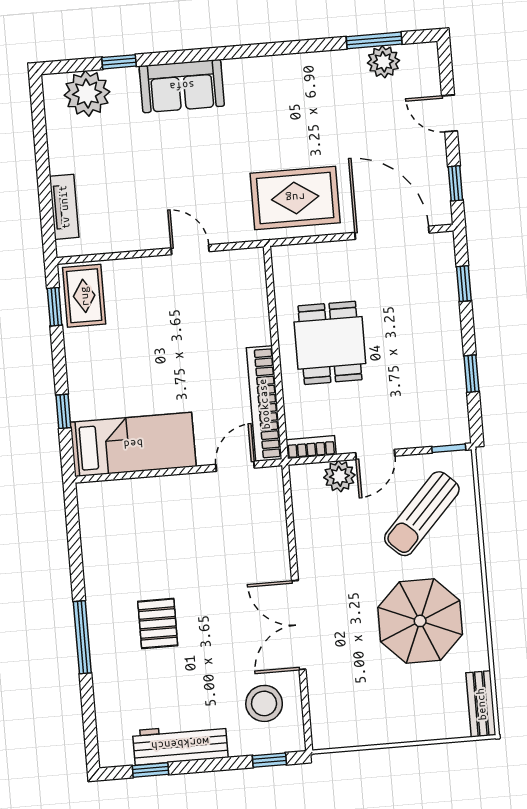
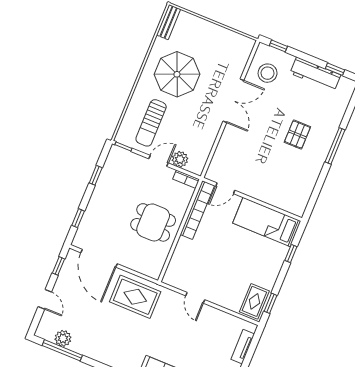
window: (374, 40) -> (62, 350), width x1.44
dining table: (330, 343) -> (153, 222), turned 90
sun lounger: (422, 514) -> (151, 123), turned 137

